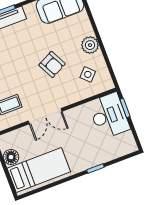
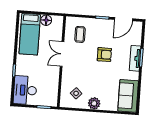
armchair: (52, 64) -> (104, 55), moved, turned -153
desk: (109, 116) -> (25, 90), moved, turned 90

